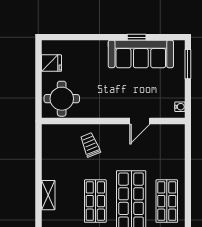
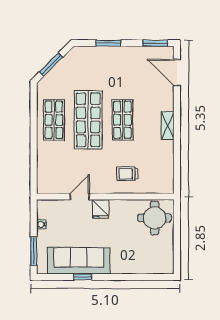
fridge: (51, 63) -> (100, 209), moved, turned -90
water cooler: (180, 107) -> (41, 224), moved
trolley: (90, 145) -> (127, 174), turned 112

